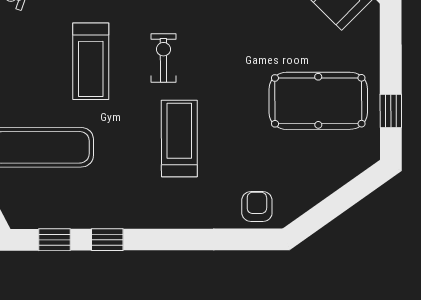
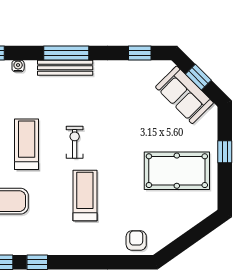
treadmill: (91, 61) -> (27, 144), turned 180
window: (391, 111) -> (225, 152), moved

